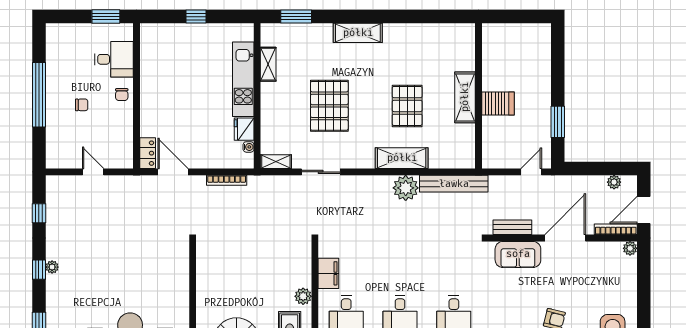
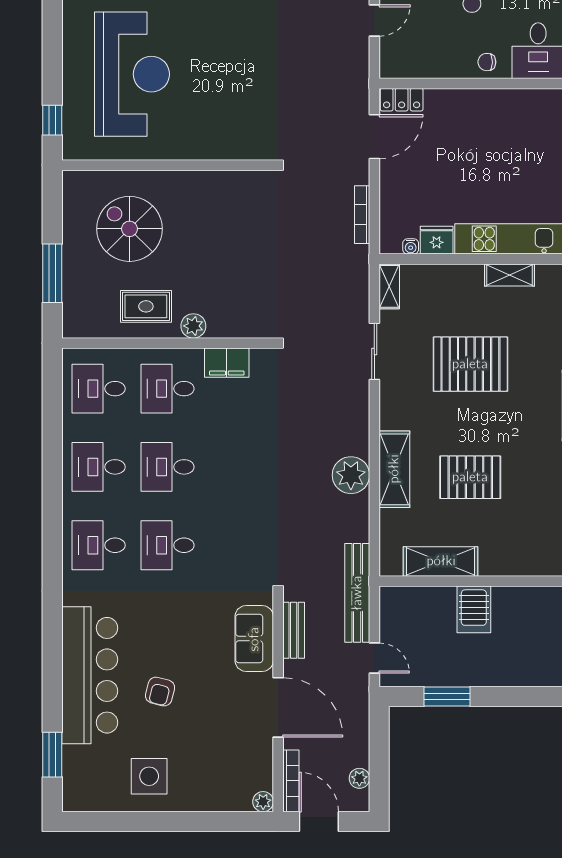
shelving: (268, 64) -> (509, 275), moved
shelving: (465, 97) -> (441, 561), moved
bench: (454, 184) -> (357, 593), moved

